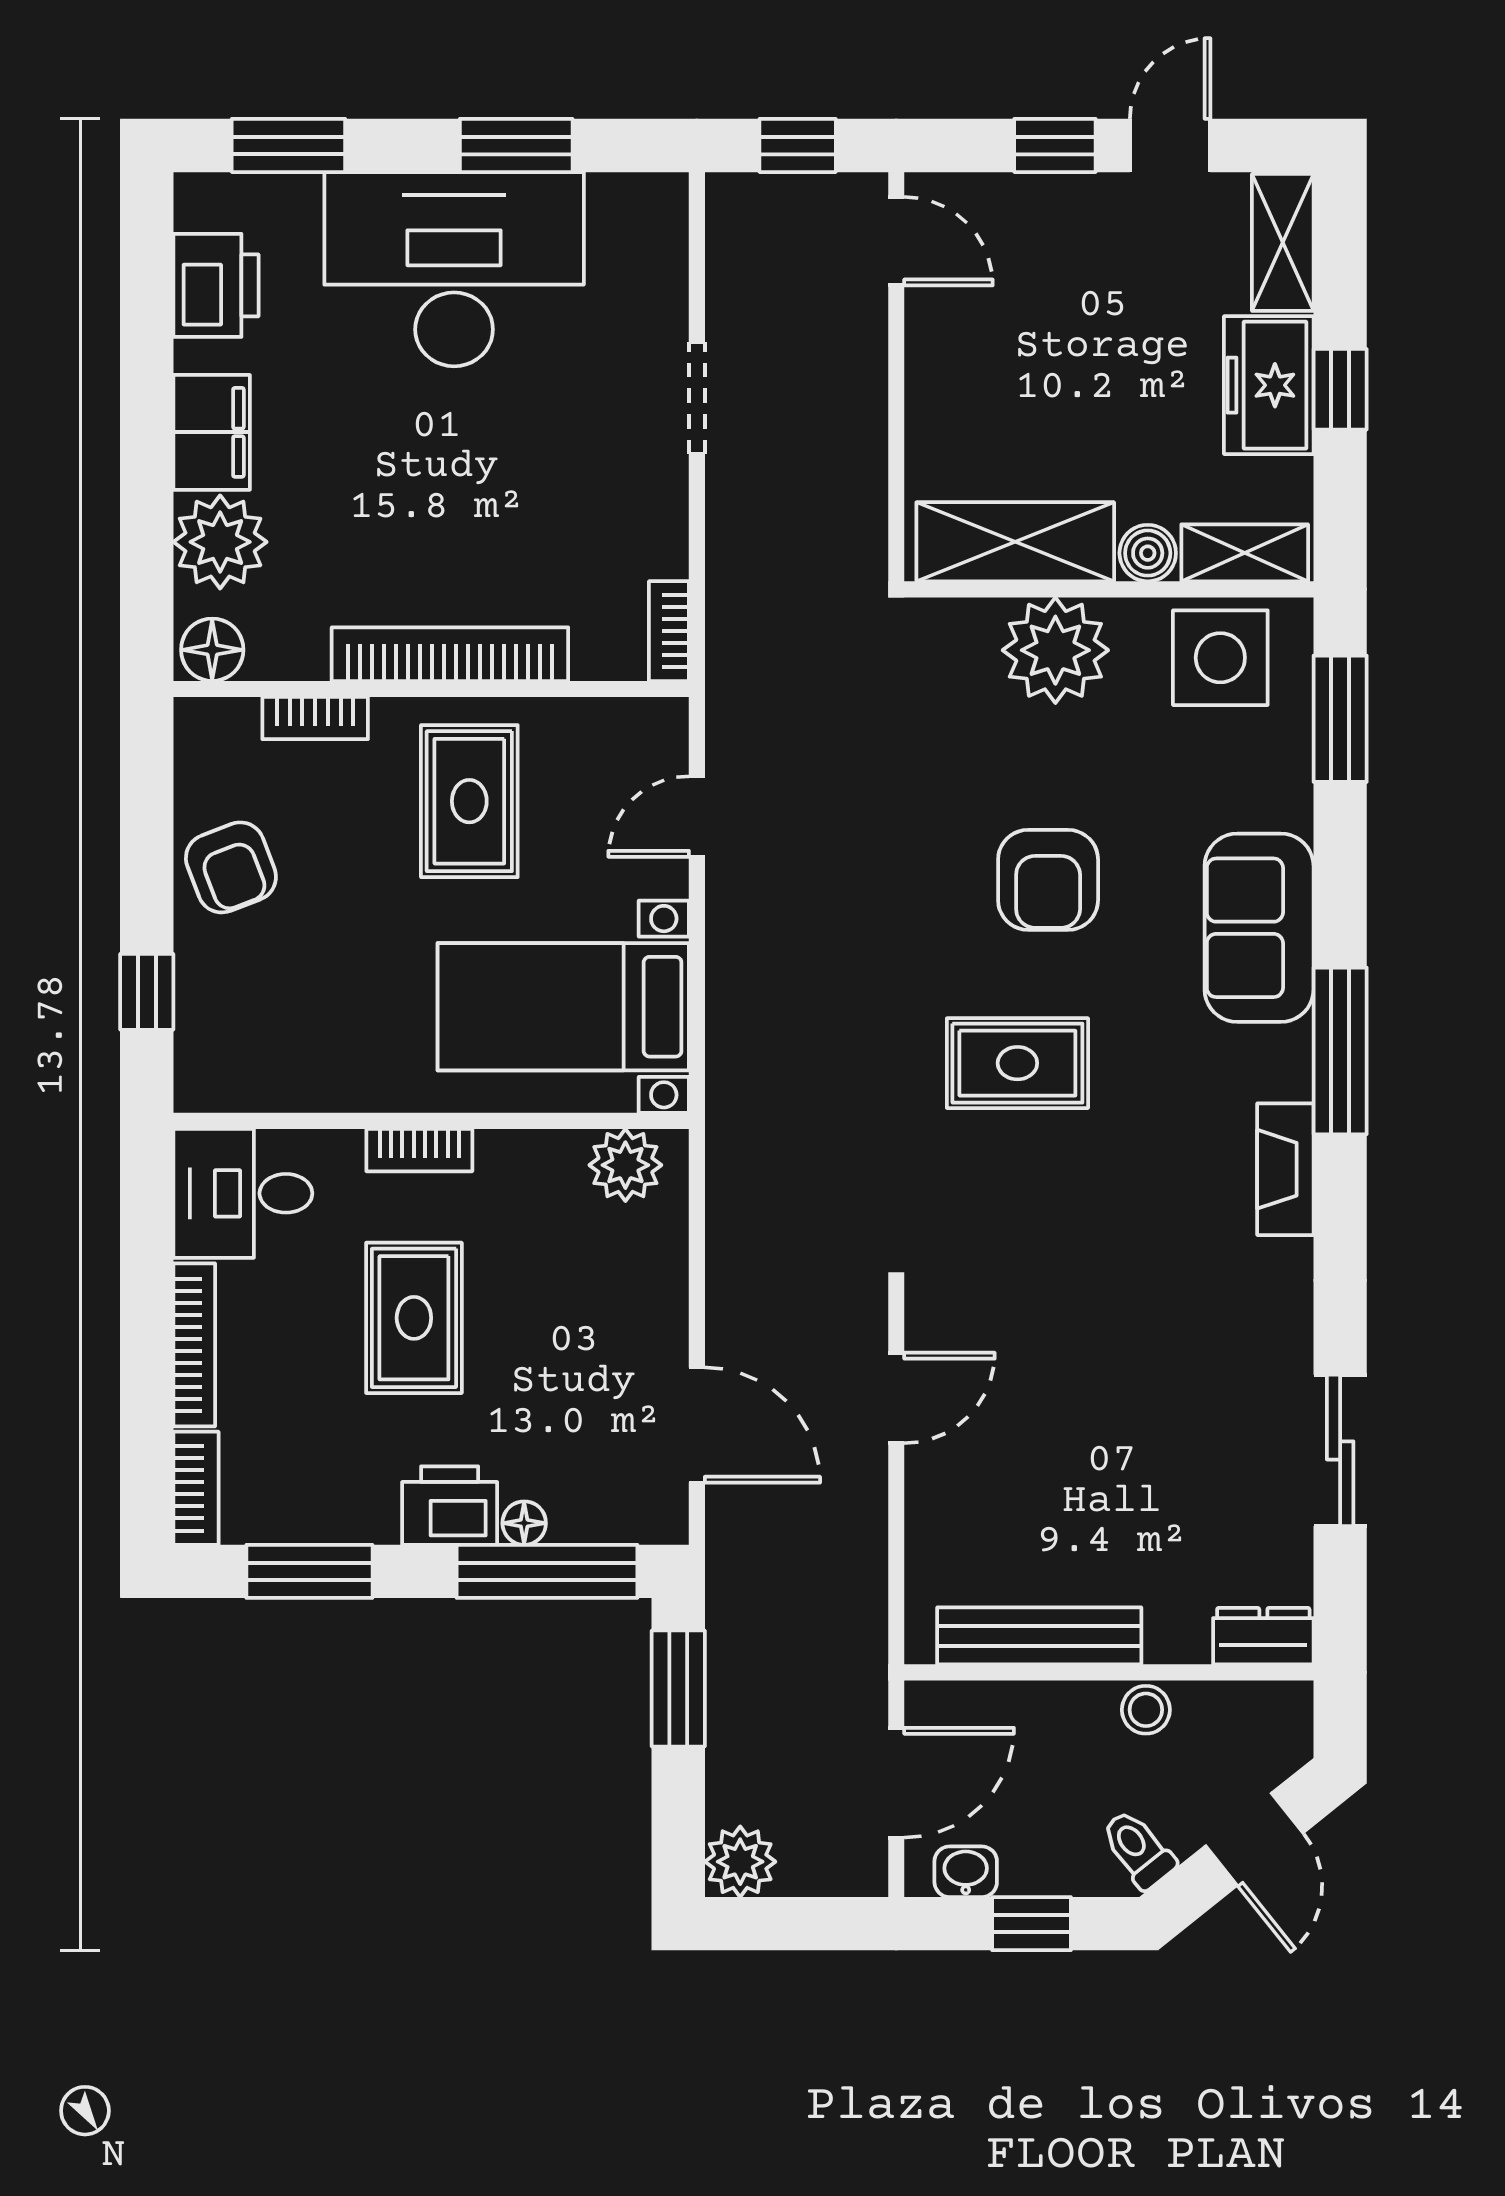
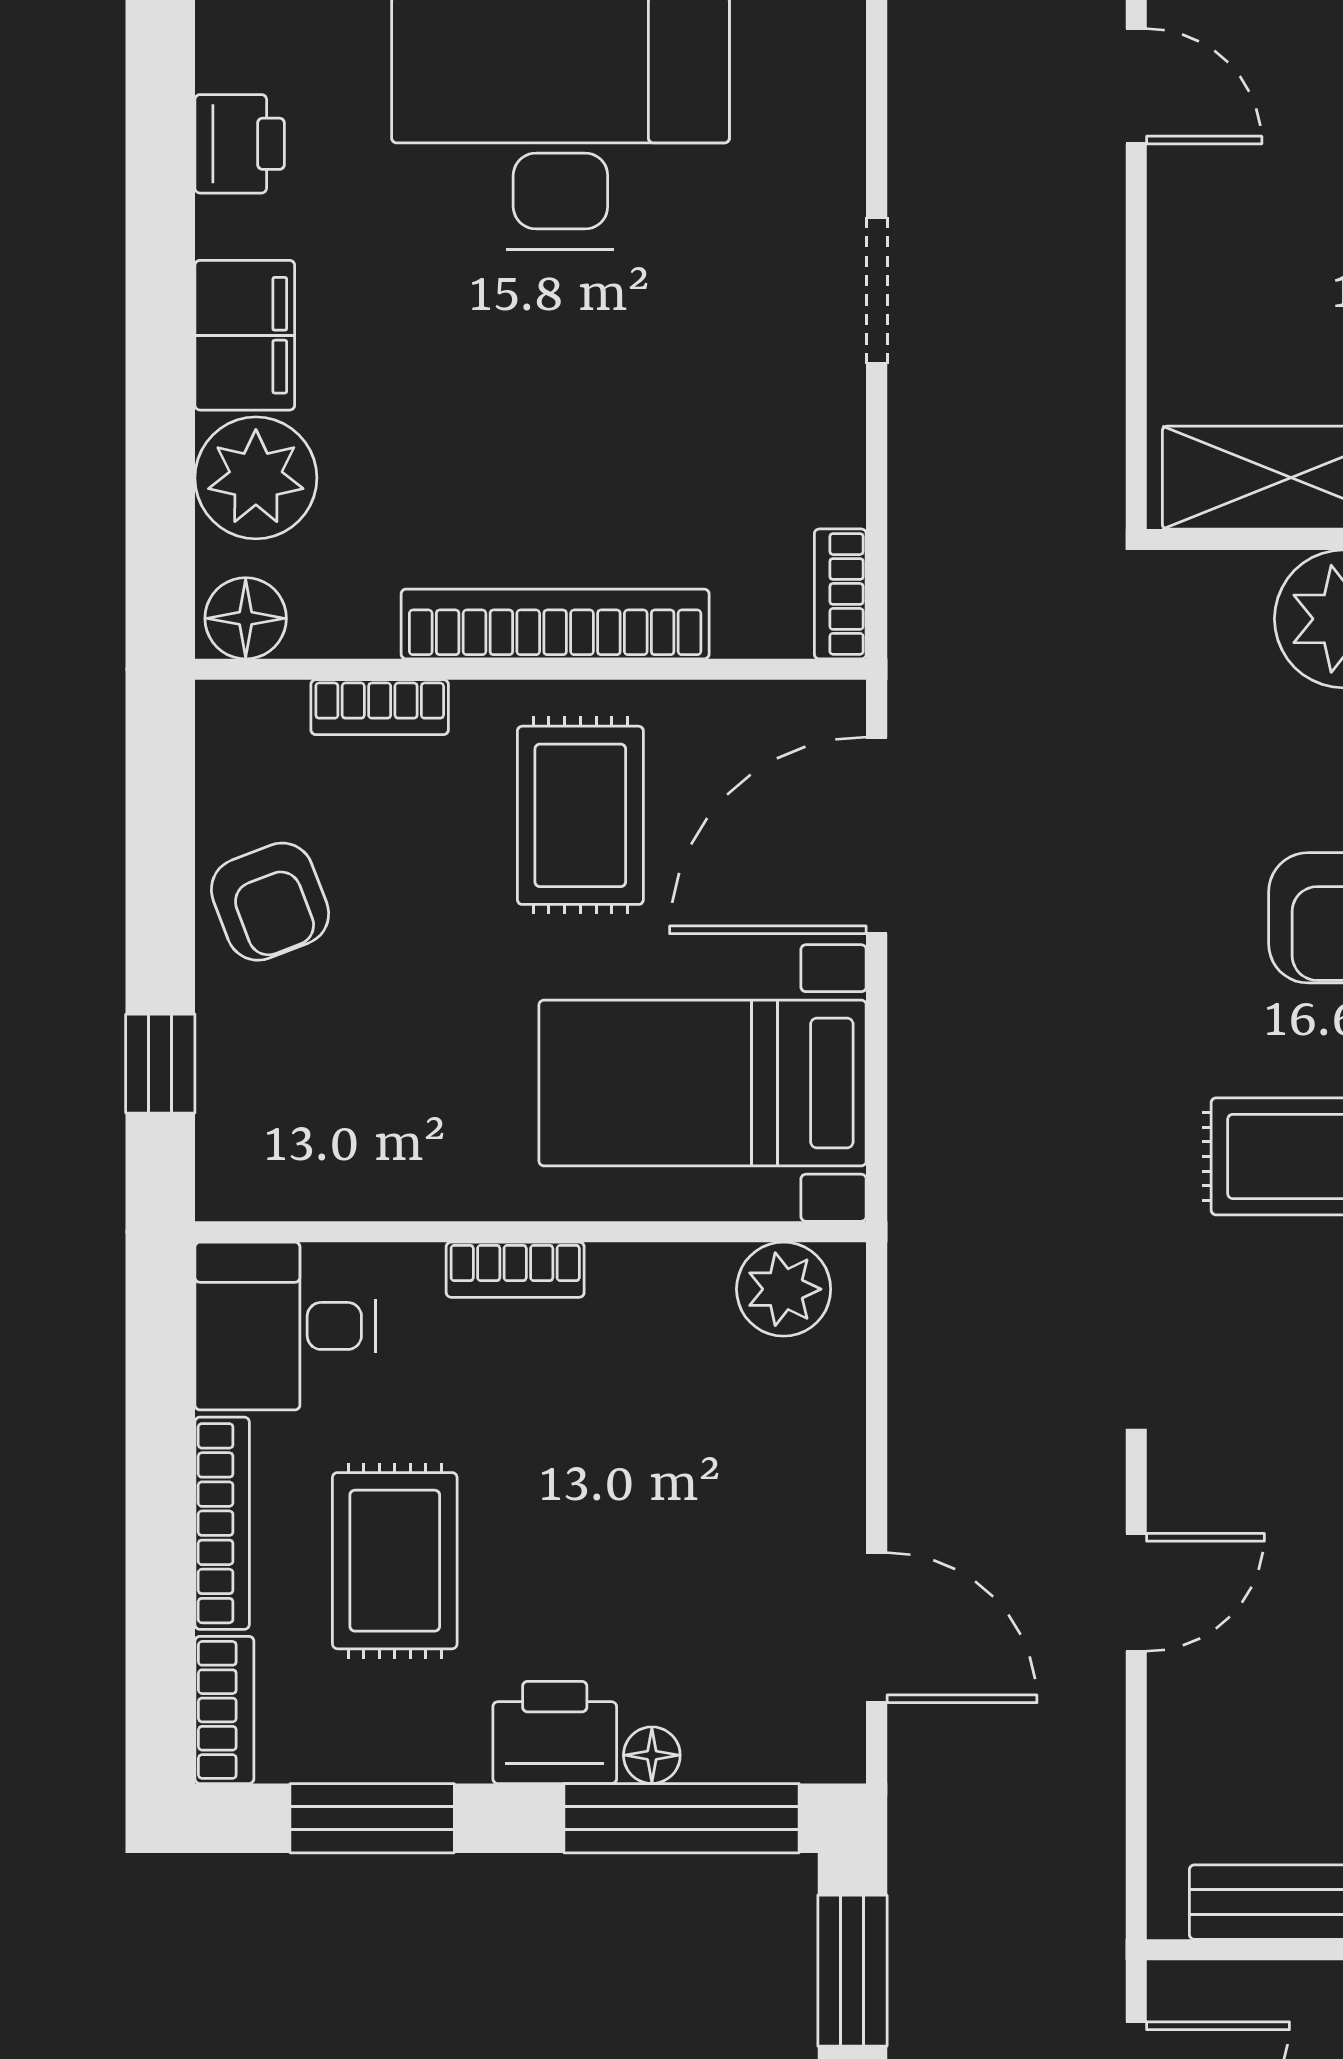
printer: (216, 285) -> (240, 144), width x0.73, depth x0.81
door: (697, 817) -> (877, 835), width x1.87
rug: (414, 1318) -> (395, 1561), moved

